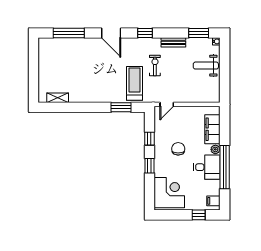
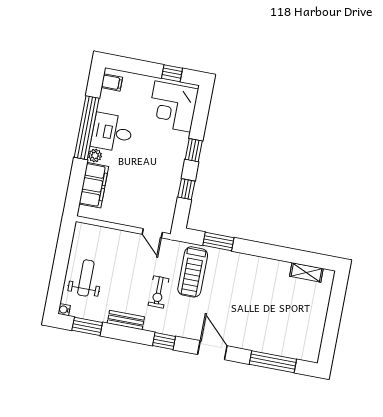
weight bench: (206, 66) -> (86, 278), turned -90
door: (167, 104) -> (152, 233), swing flipped
chair: (178, 149) -> (148, 166), removed
window: (199, 215) -> (172, 73), moved

